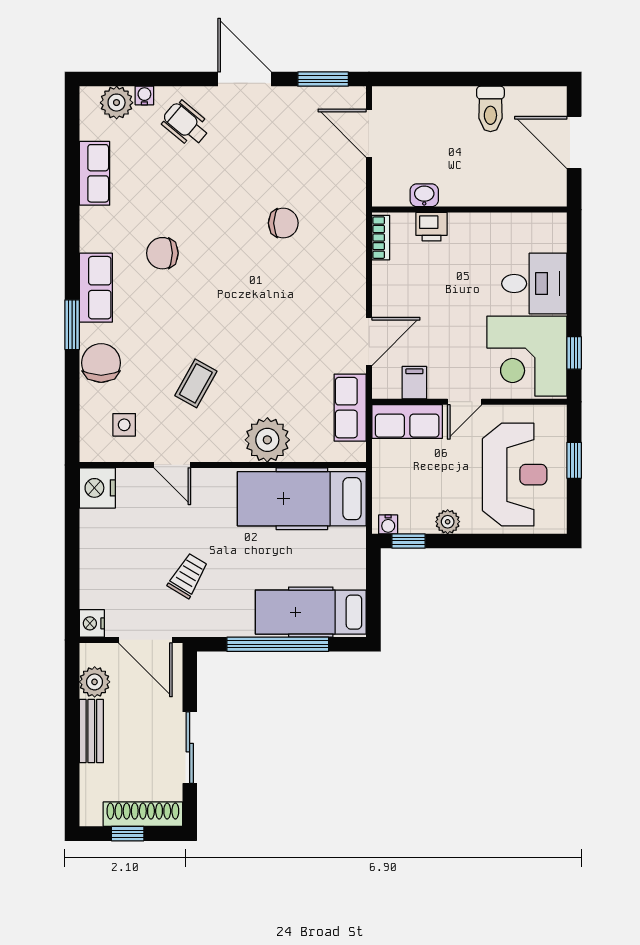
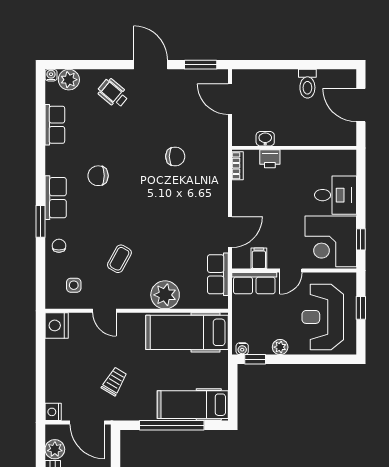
water cooler: (144, 96) -> (51, 75), moved
chair: (101, 363) -> (59, 246), width x0.54, depth x0.54
reception desk: (515, 475) -> (323, 317), turned 180

